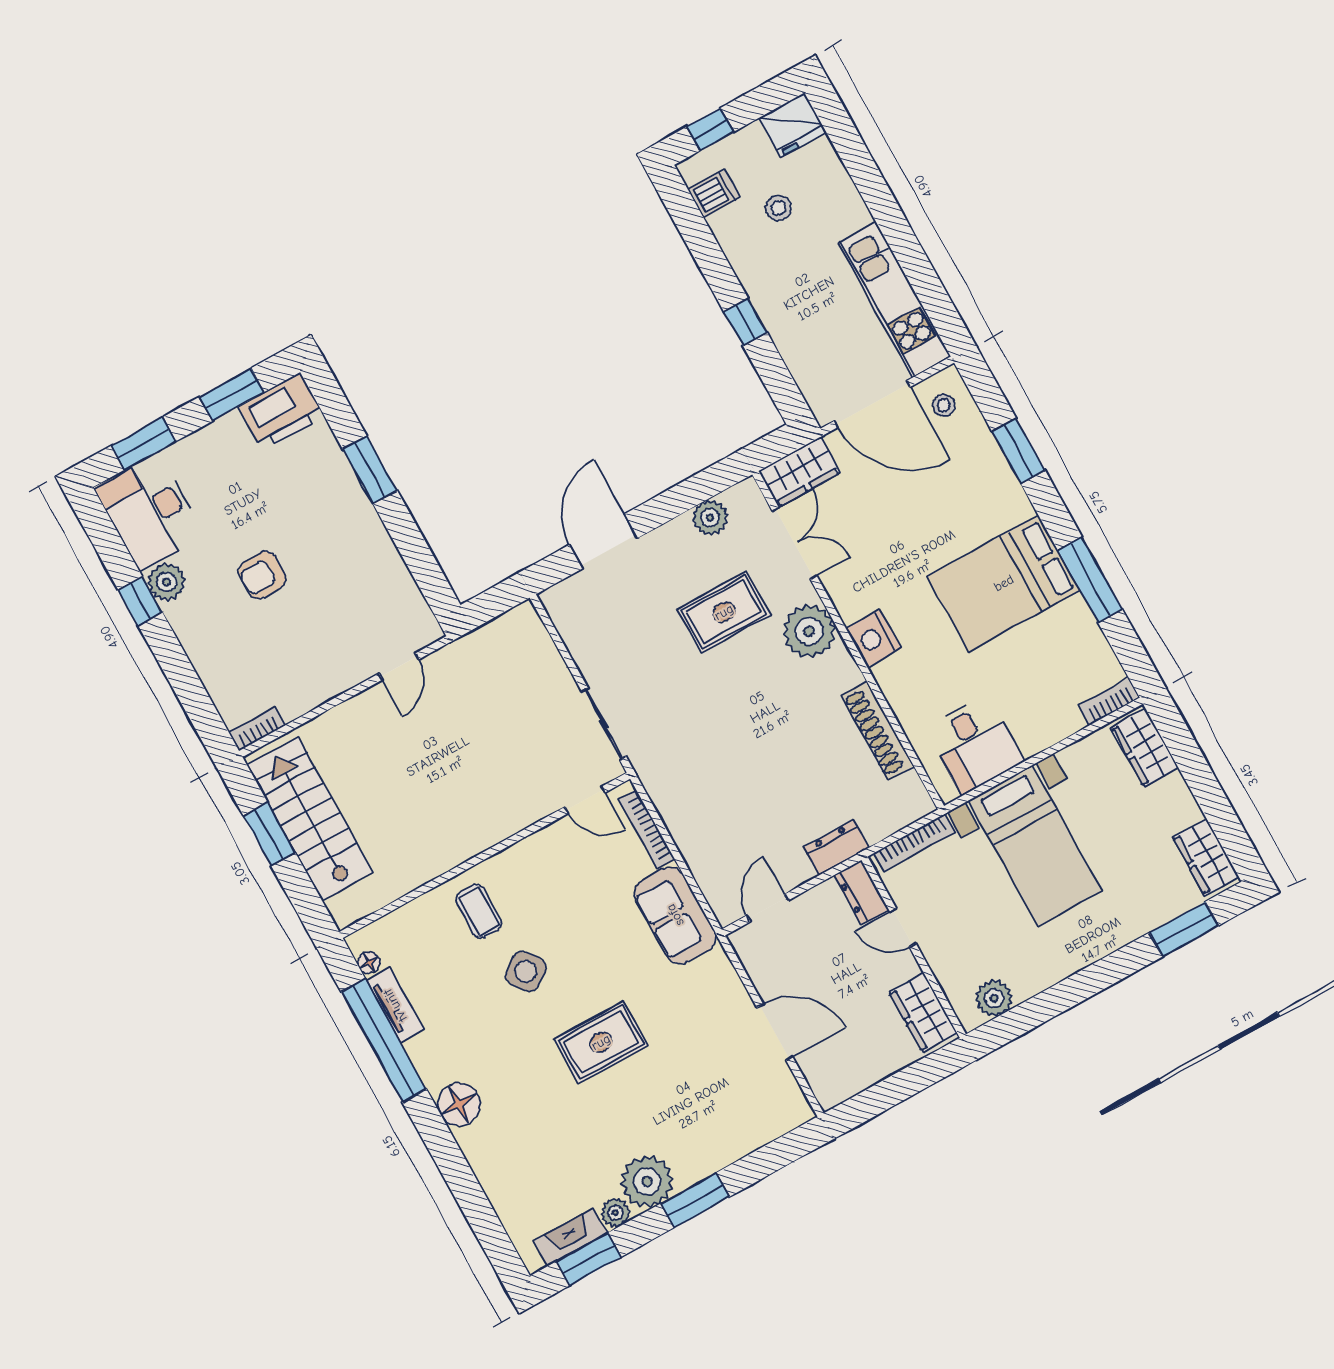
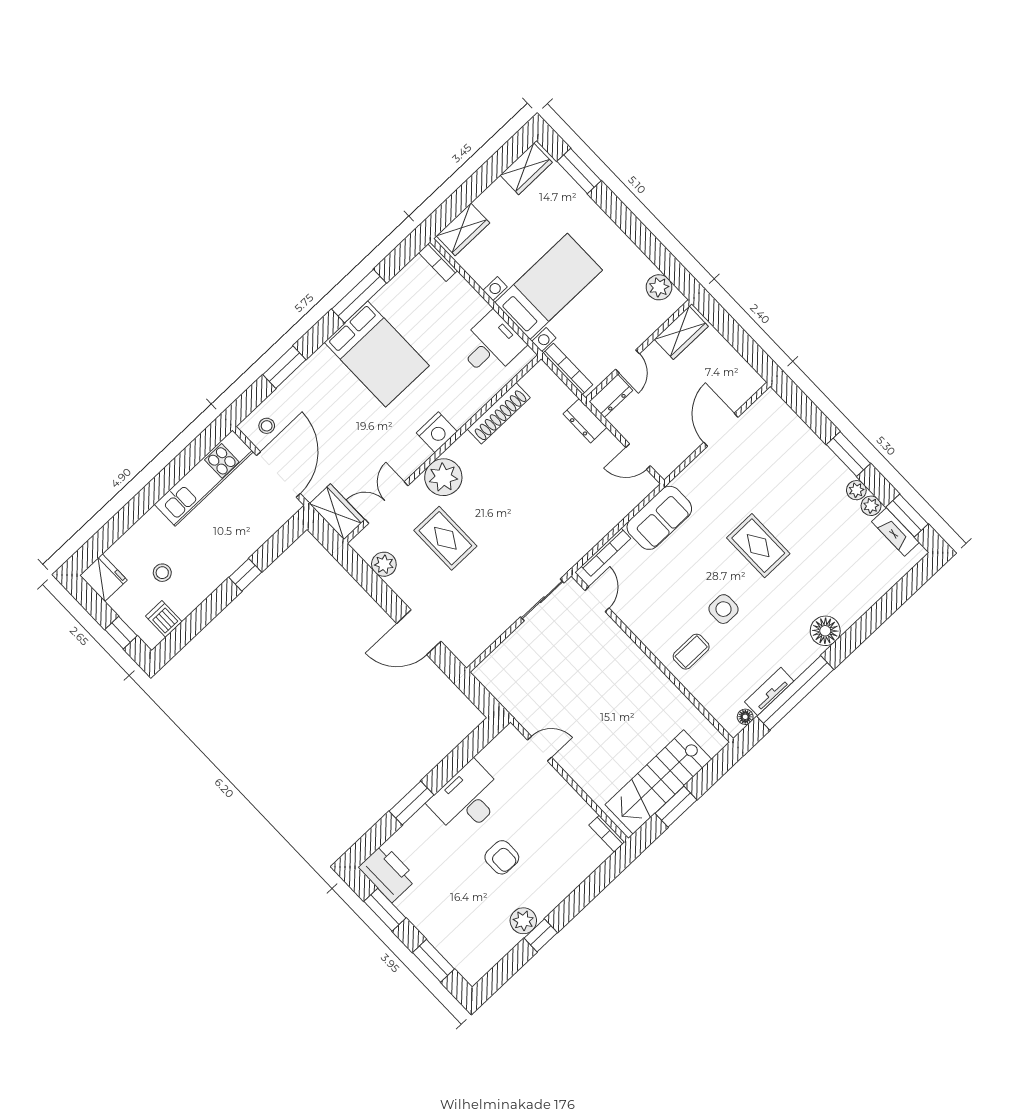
desk: (149, 513) -> (467, 799), moved, turned 180
side table: (526, 971) -> (723, 609), turned 36
plant: (647, 1181) -> (856, 490), width x0.53, depth x0.53

